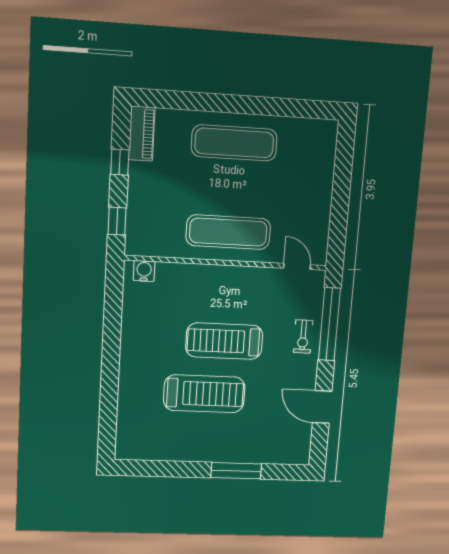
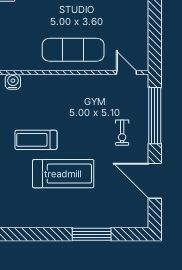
exercise bike: (303, 337) -> (122, 133), moved
treadmill: (224, 341) -> (36, 140), moved, width x0.73, depth x0.73
door: (322, 407) -> (155, 181), width x1.36

